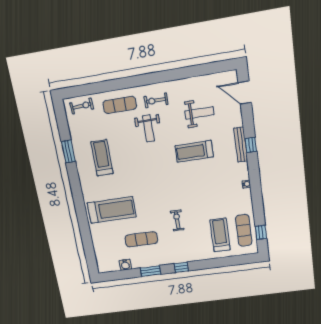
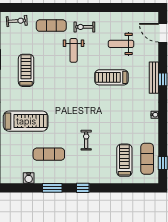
weight bench: (199, 113) -> (121, 44), turned 180

